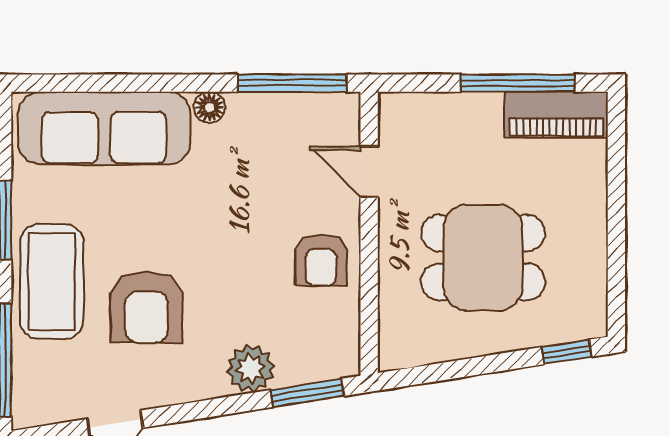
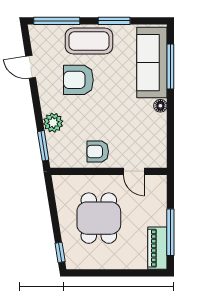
window: (292, 83) -> (170, 67), moved
door: (369, 172) -> (134, 171), swing flipped

